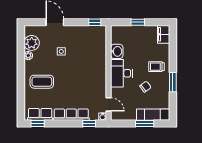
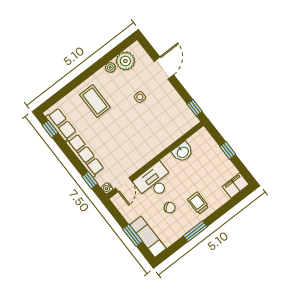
desk: (121, 73) -> (154, 182), moved

